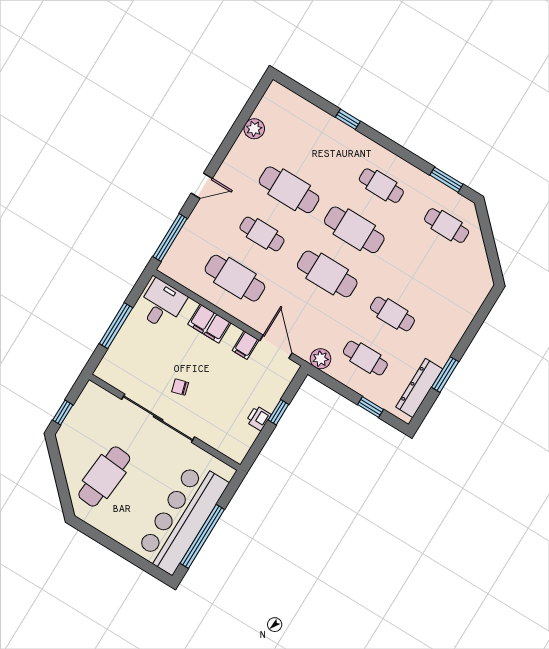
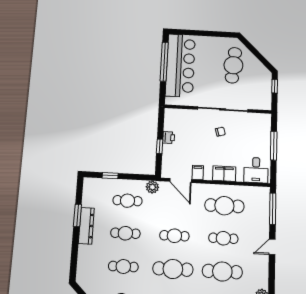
cafe table: (419, 270) -> (123, 267), added
cafe table: (327, 274) -> (174, 236), width x0.73, depth x0.74
dresser: (419, 388) -> (86, 226), moved

